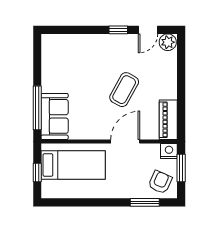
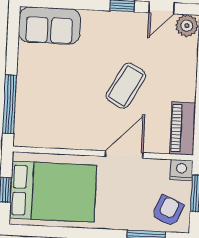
sofa: (55, 116) -> (50, 25), moved, turned 90
bed: (73, 165) -> (53, 192), width x1.50

